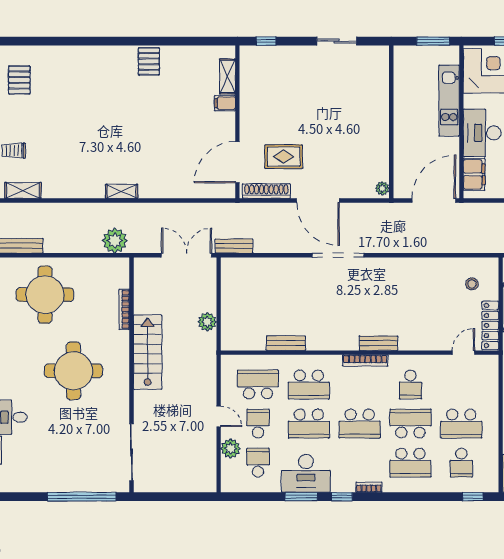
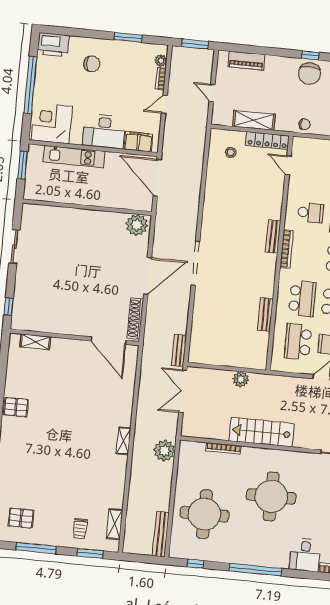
filing cabinet: (225, 103) -> (58, 346), removed
rug: (284, 157) -> (108, 301), removed
plant: (382, 188) -> (137, 225), width x1.88, depth x1.88

